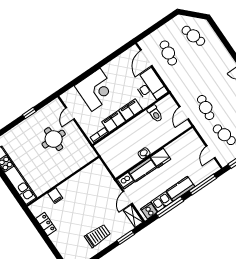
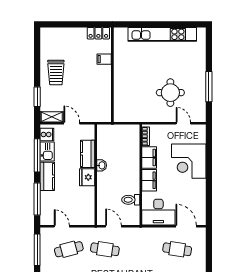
window: (29, 113) -> (209, 87), width x2.17
wall: (63, 181) -> (112, 75), moved
dishwasher: (126, 181) -> (88, 132), removed
filing cabinet: (55, 196) -> (104, 59), moved

